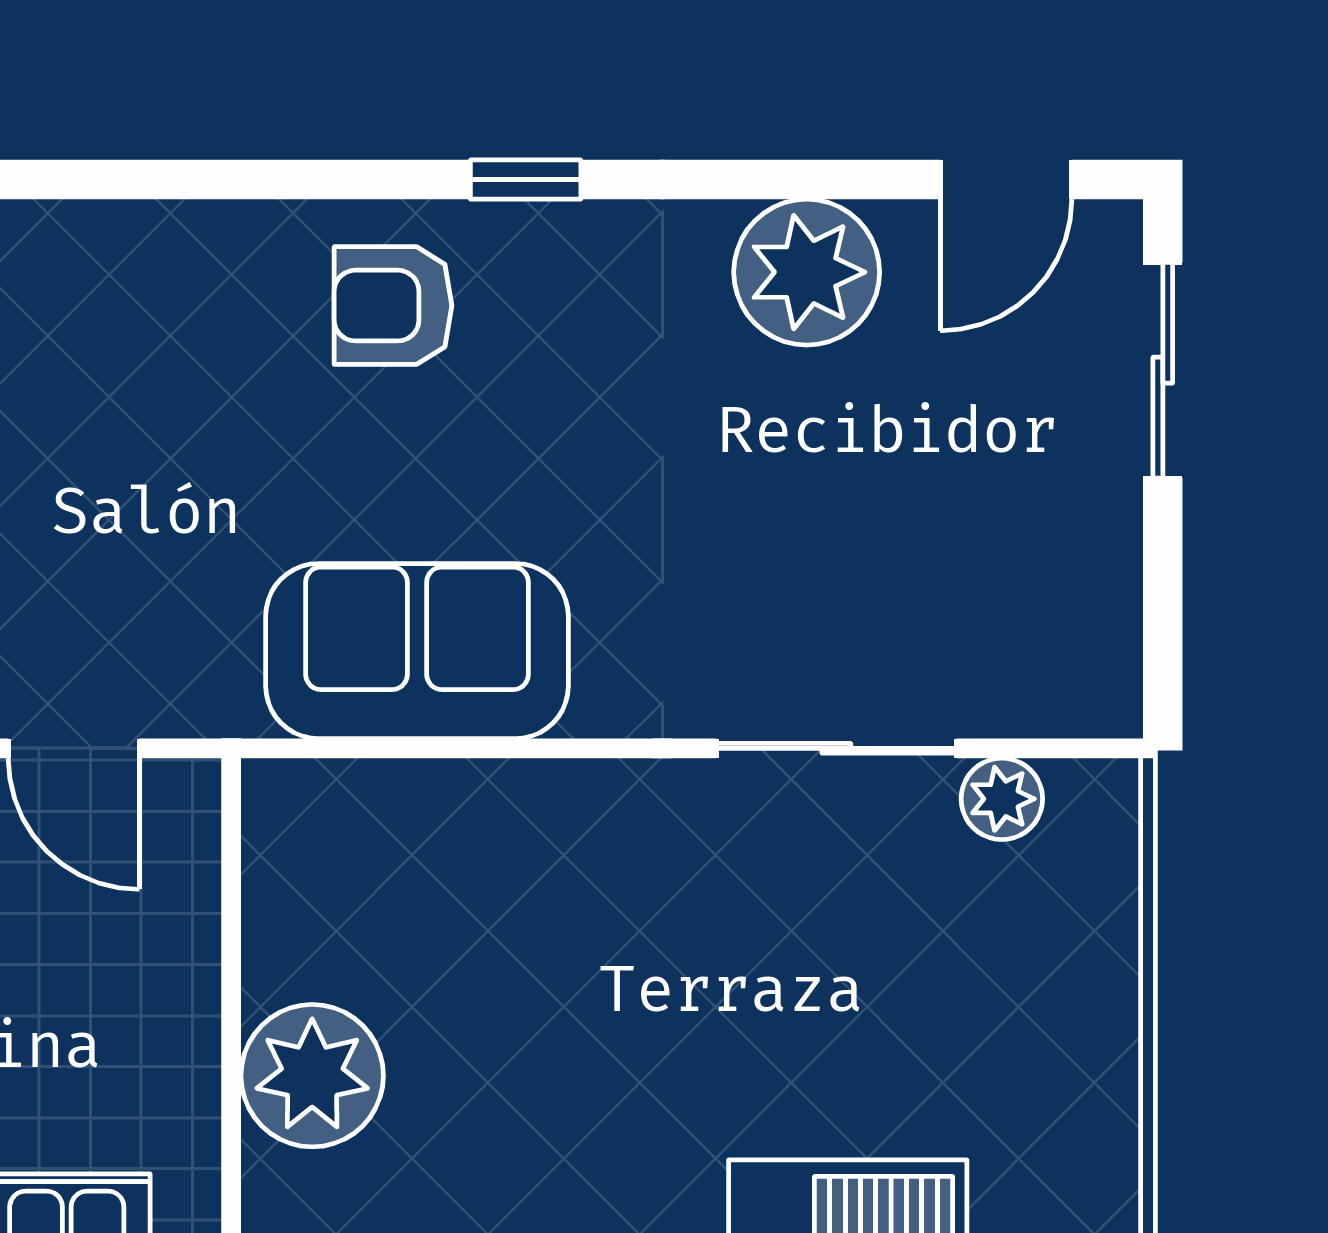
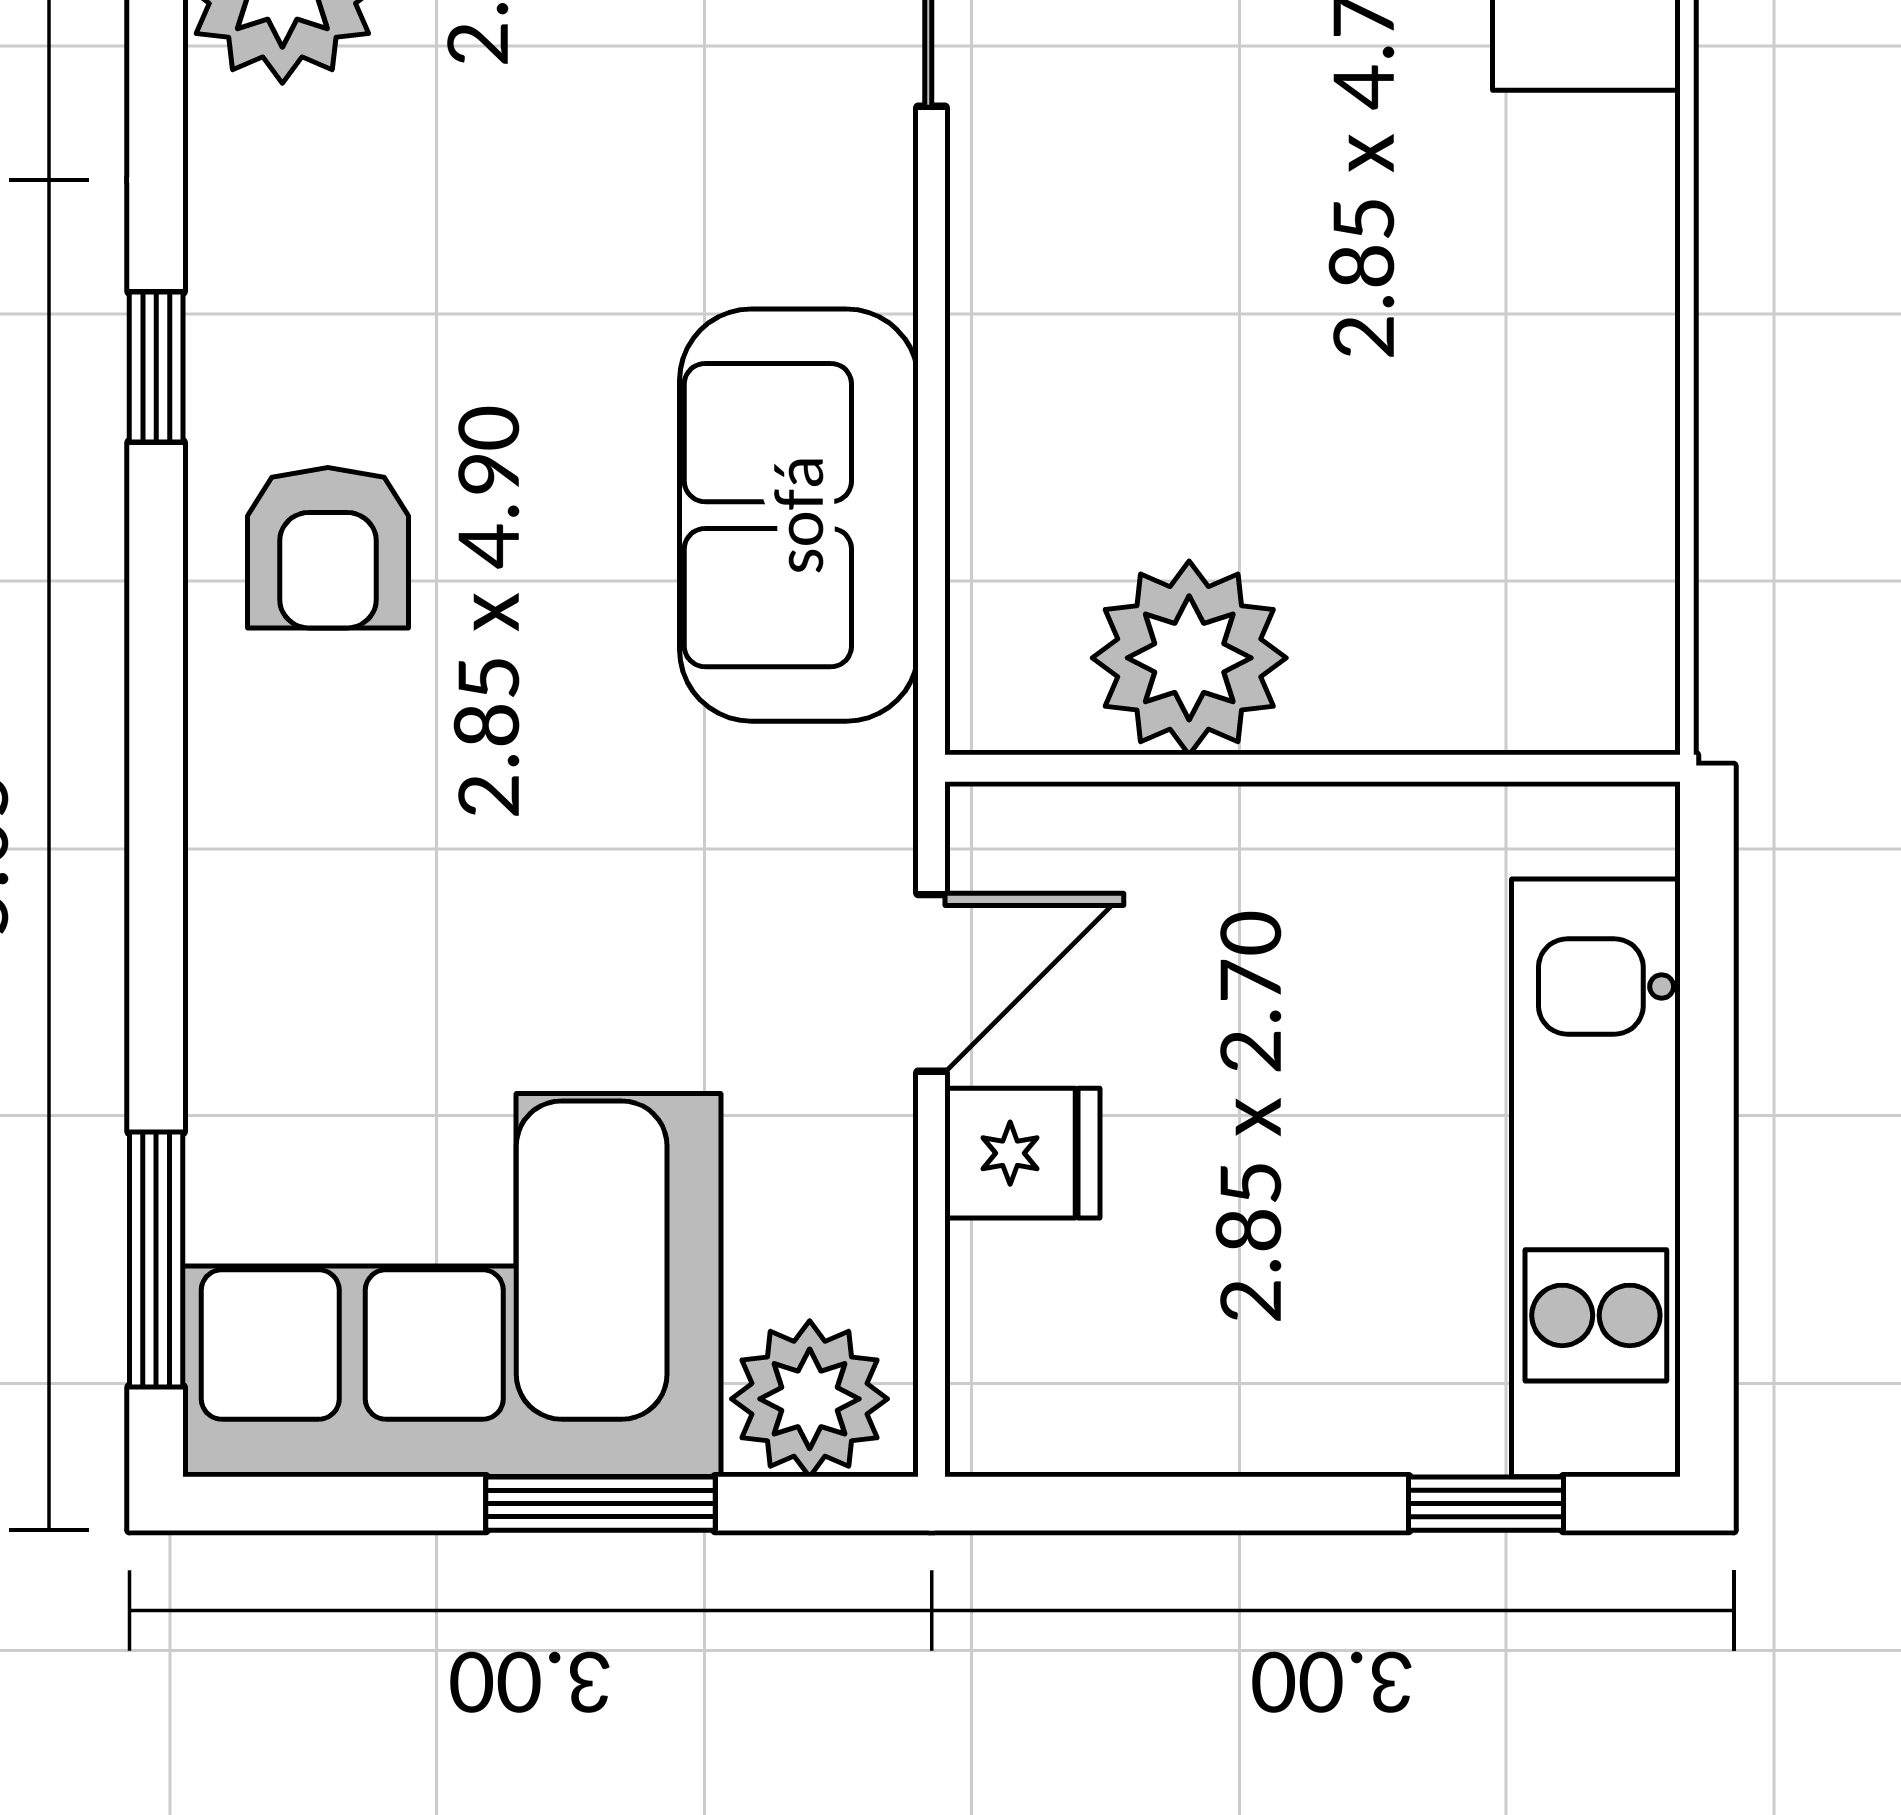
plant: (312, 1076) -> (1189, 658), moved

